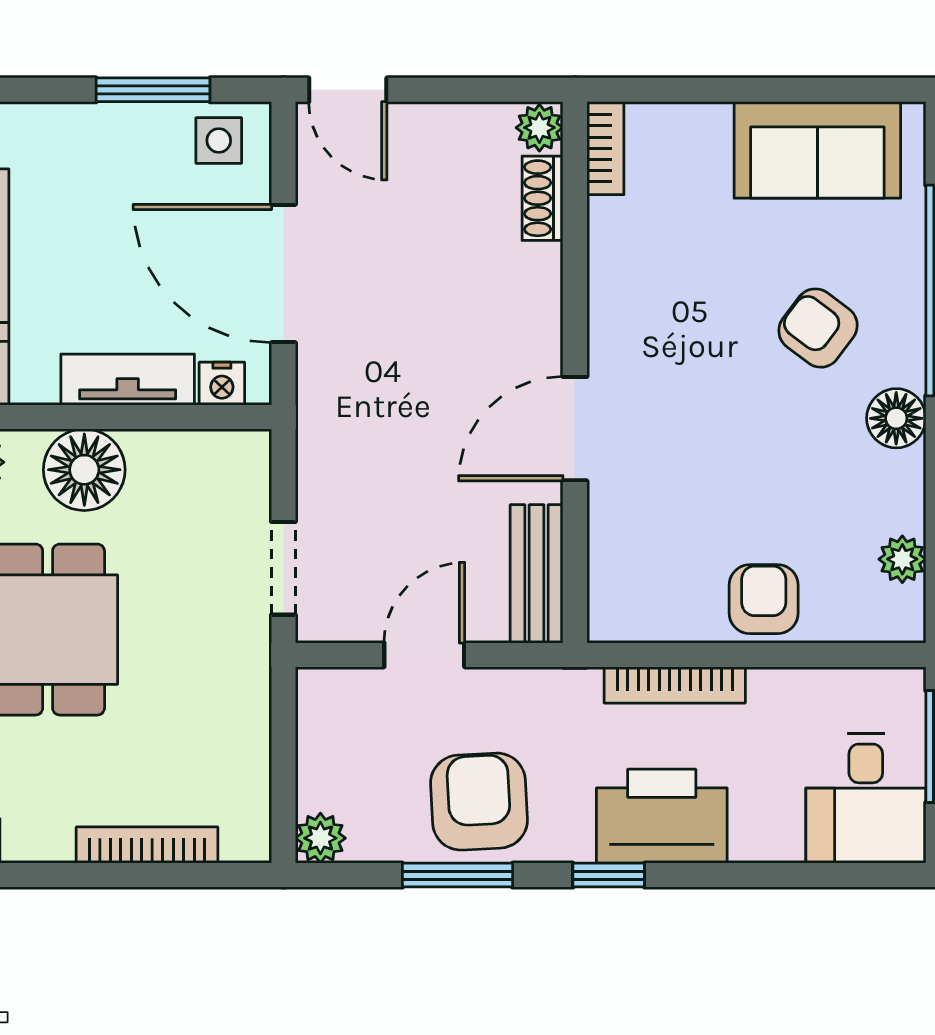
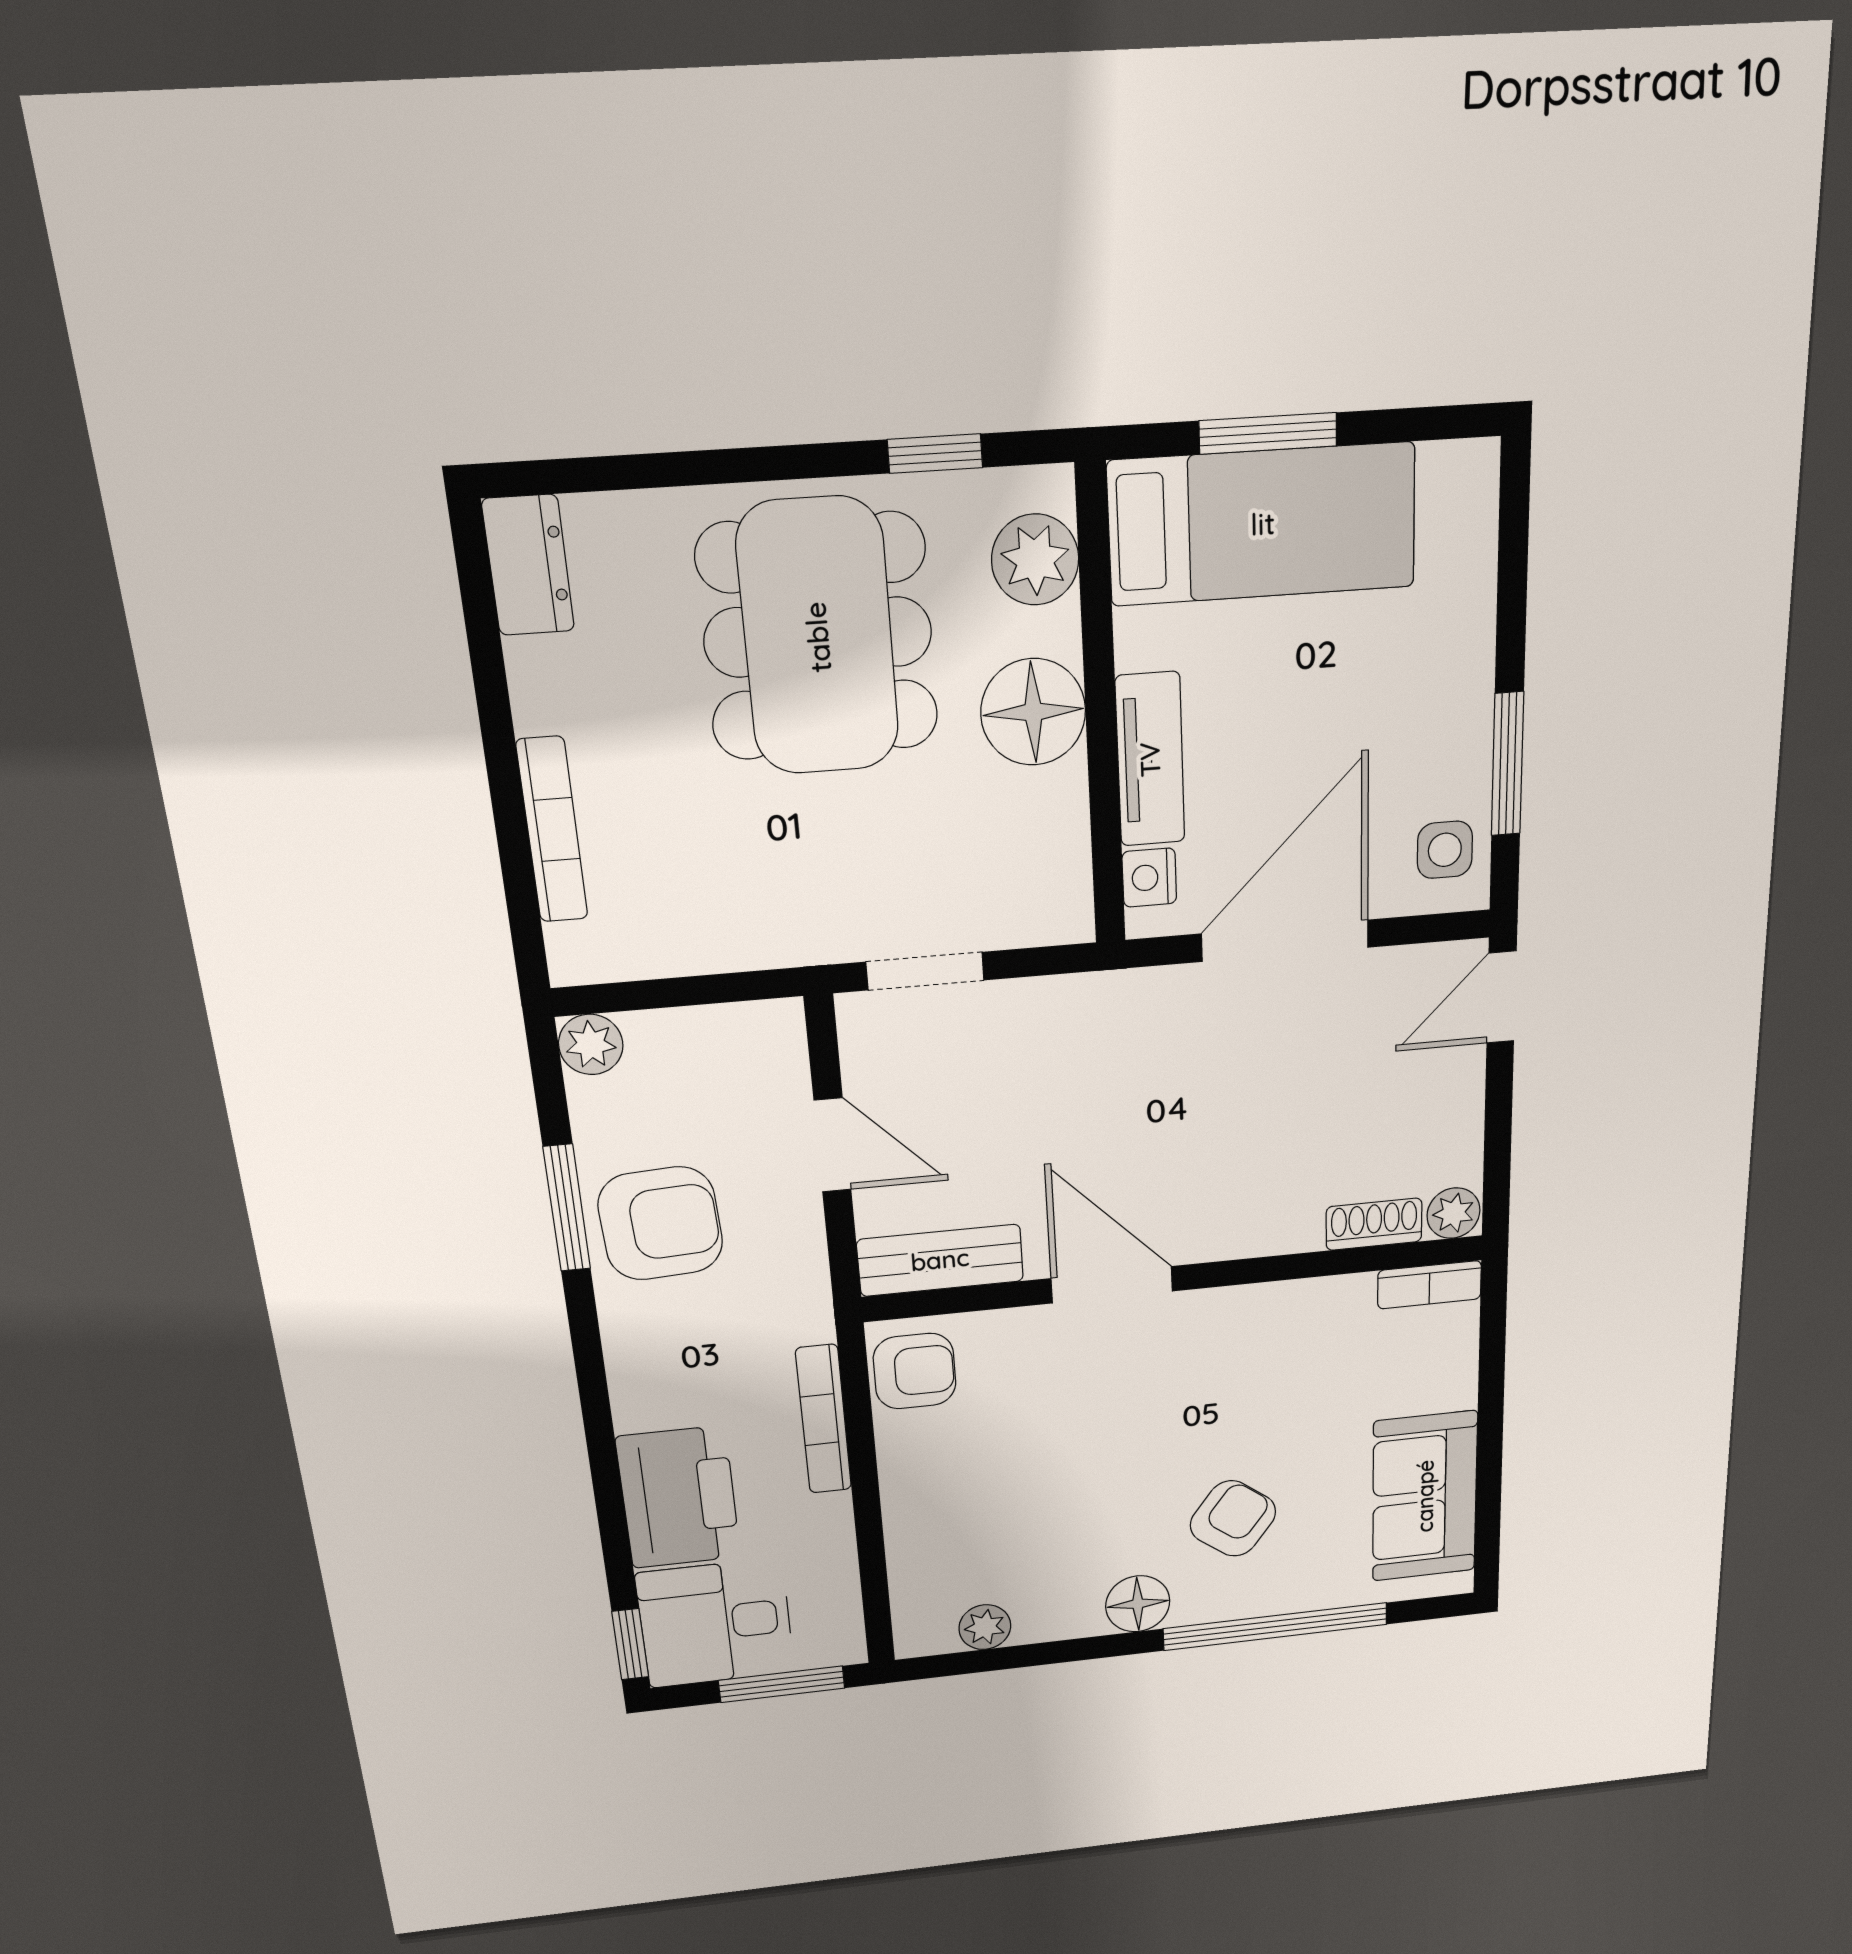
armchair: (764, 599) -> (915, 1371), moved
printer: (662, 816) -> (679, 1497), moved
window: (609, 875) -> (630, 1644), moved

